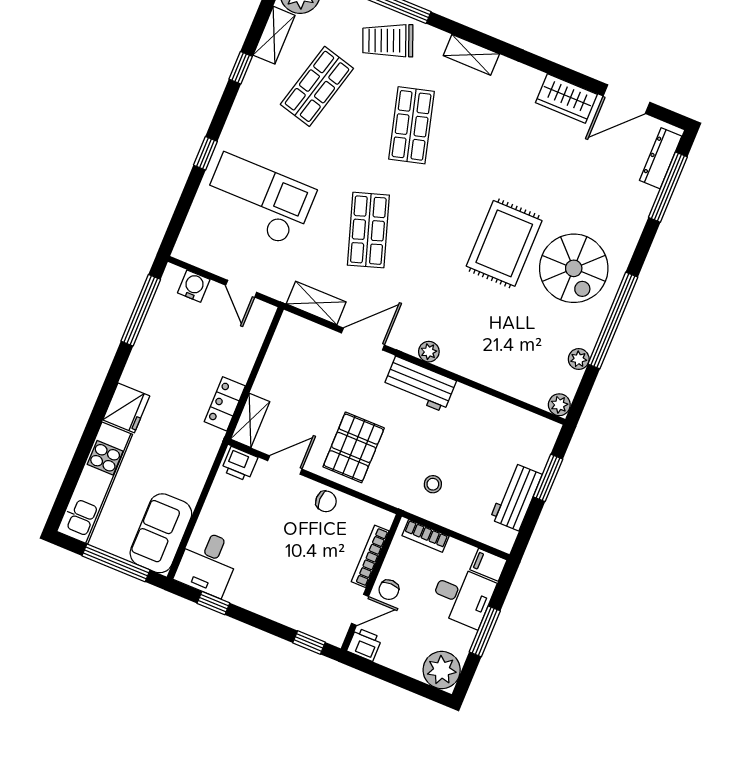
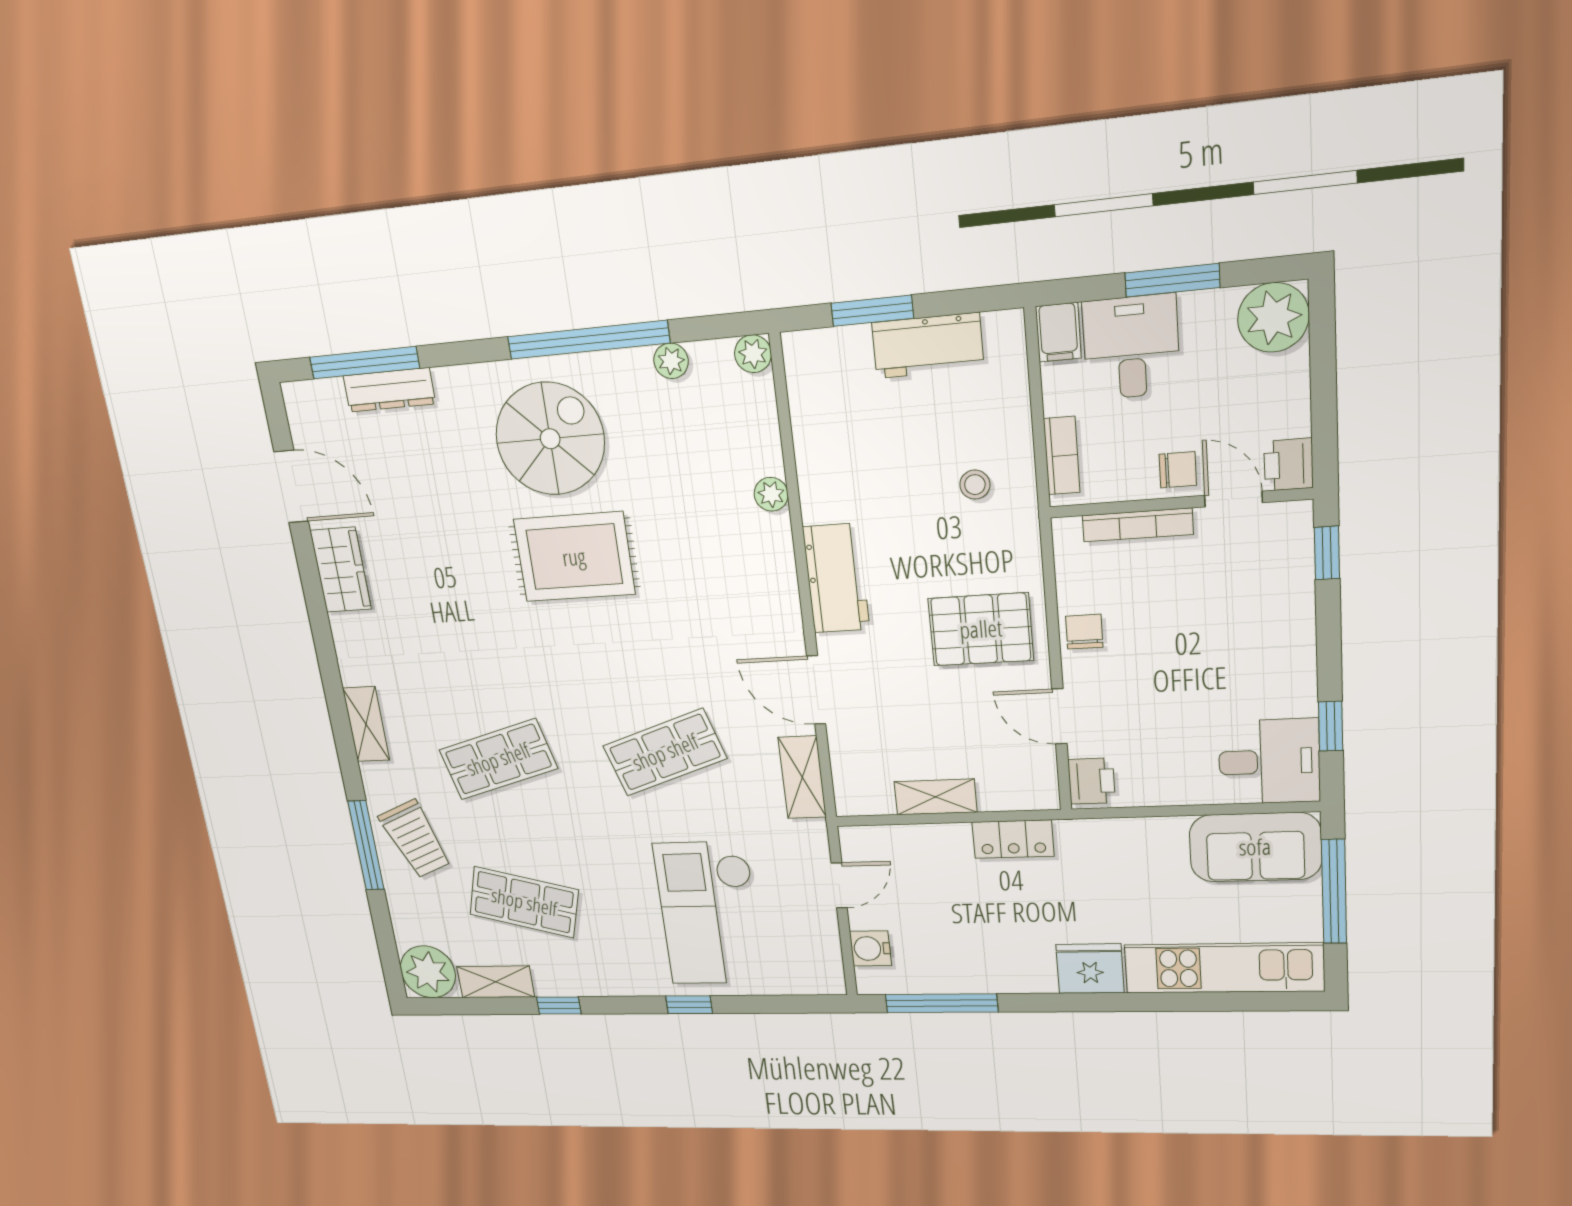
dresser: (661, 158) -> (389, 390), moved
plant: (429, 352) -> (771, 494), moved
shelving: (250, 420) -> (935, 797), moved

